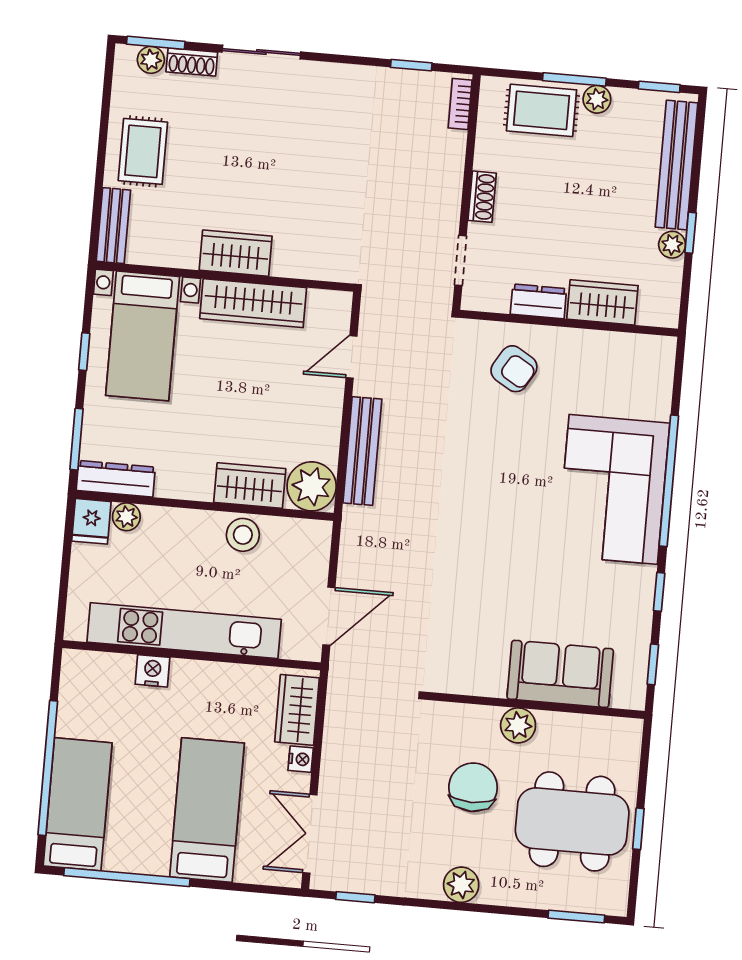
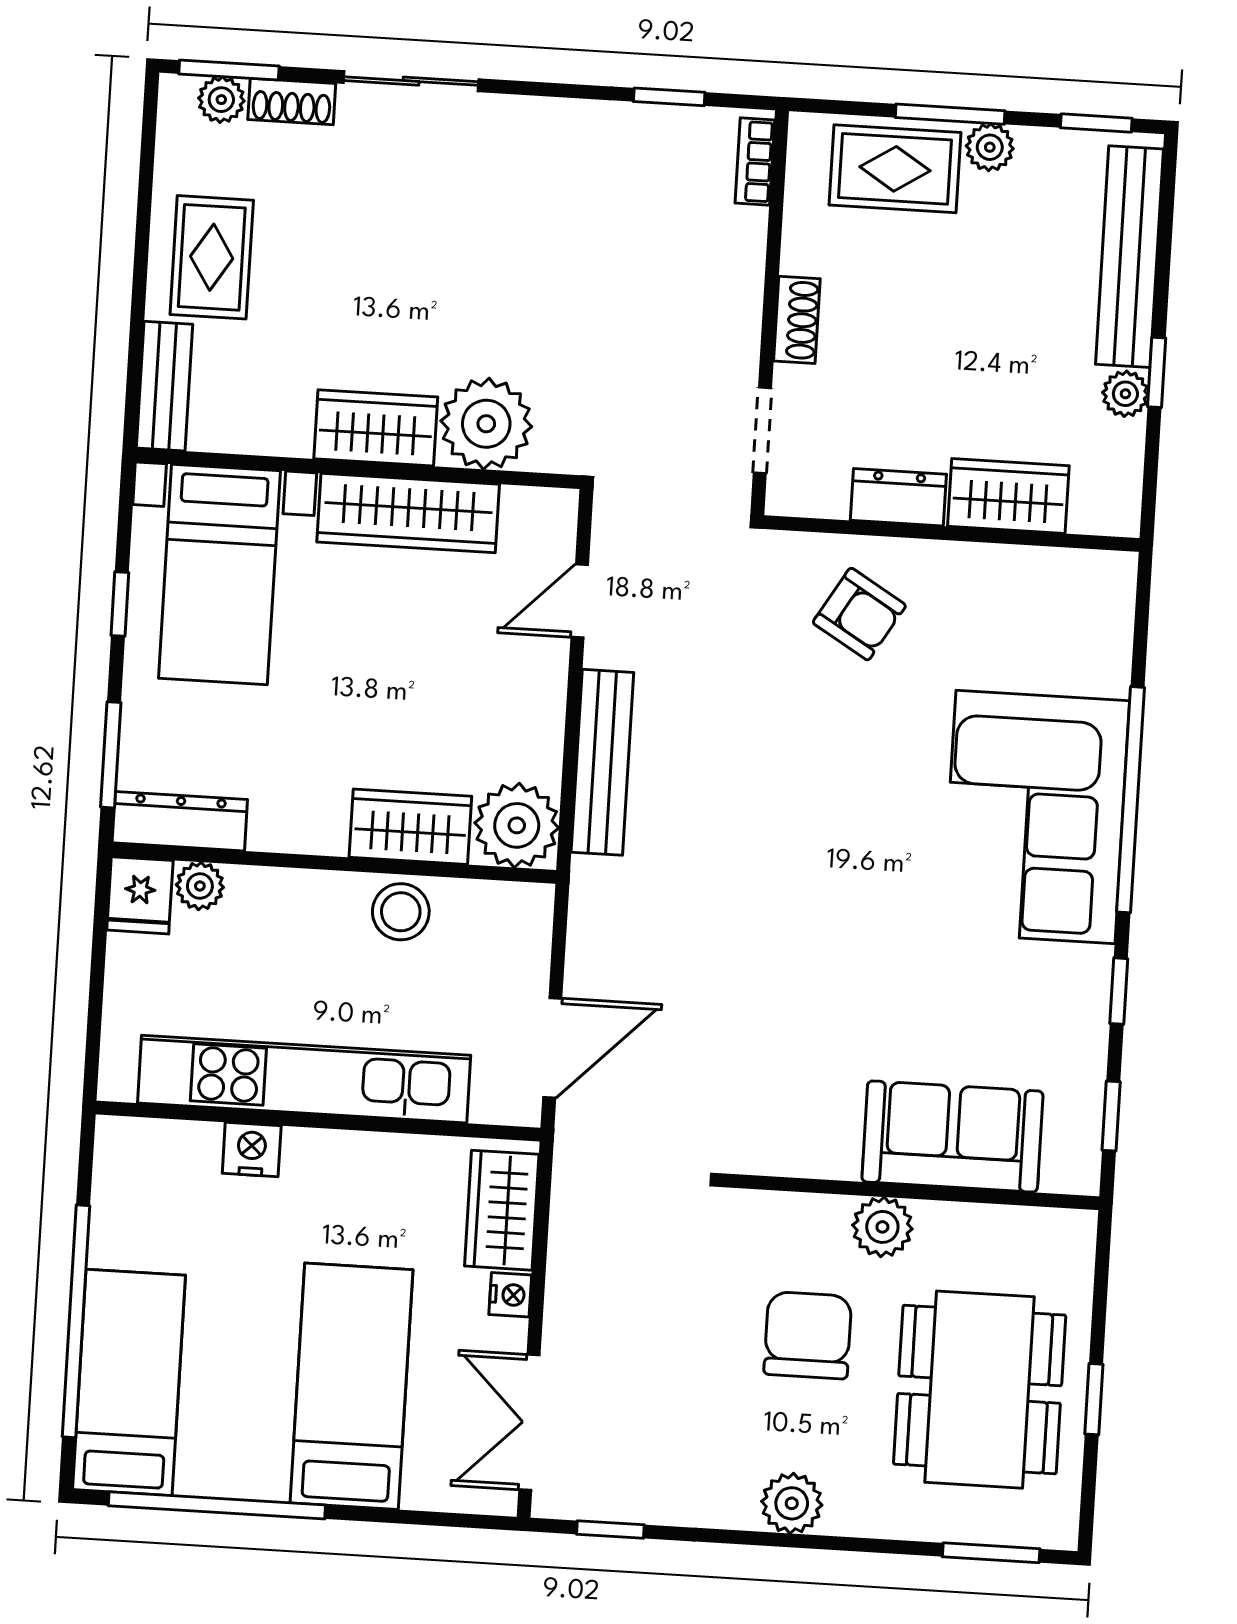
plant: (300, 252) -> (486, 424), added
dining table: (572, 821) -> (980, 1390), turned 90

